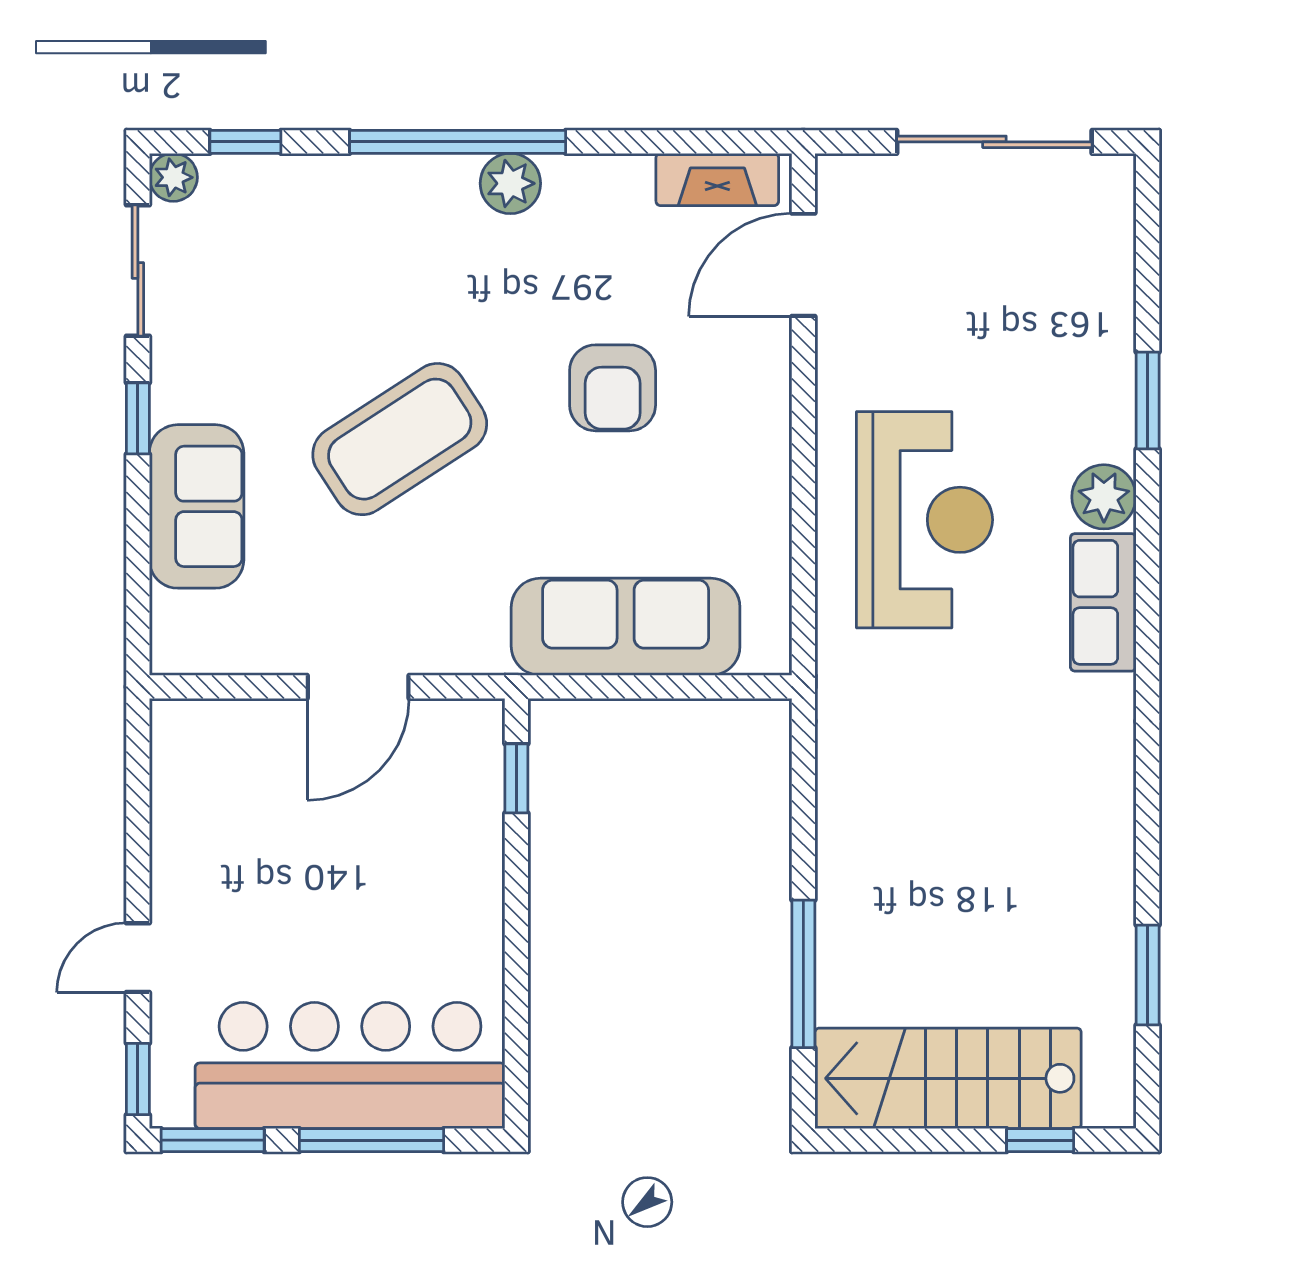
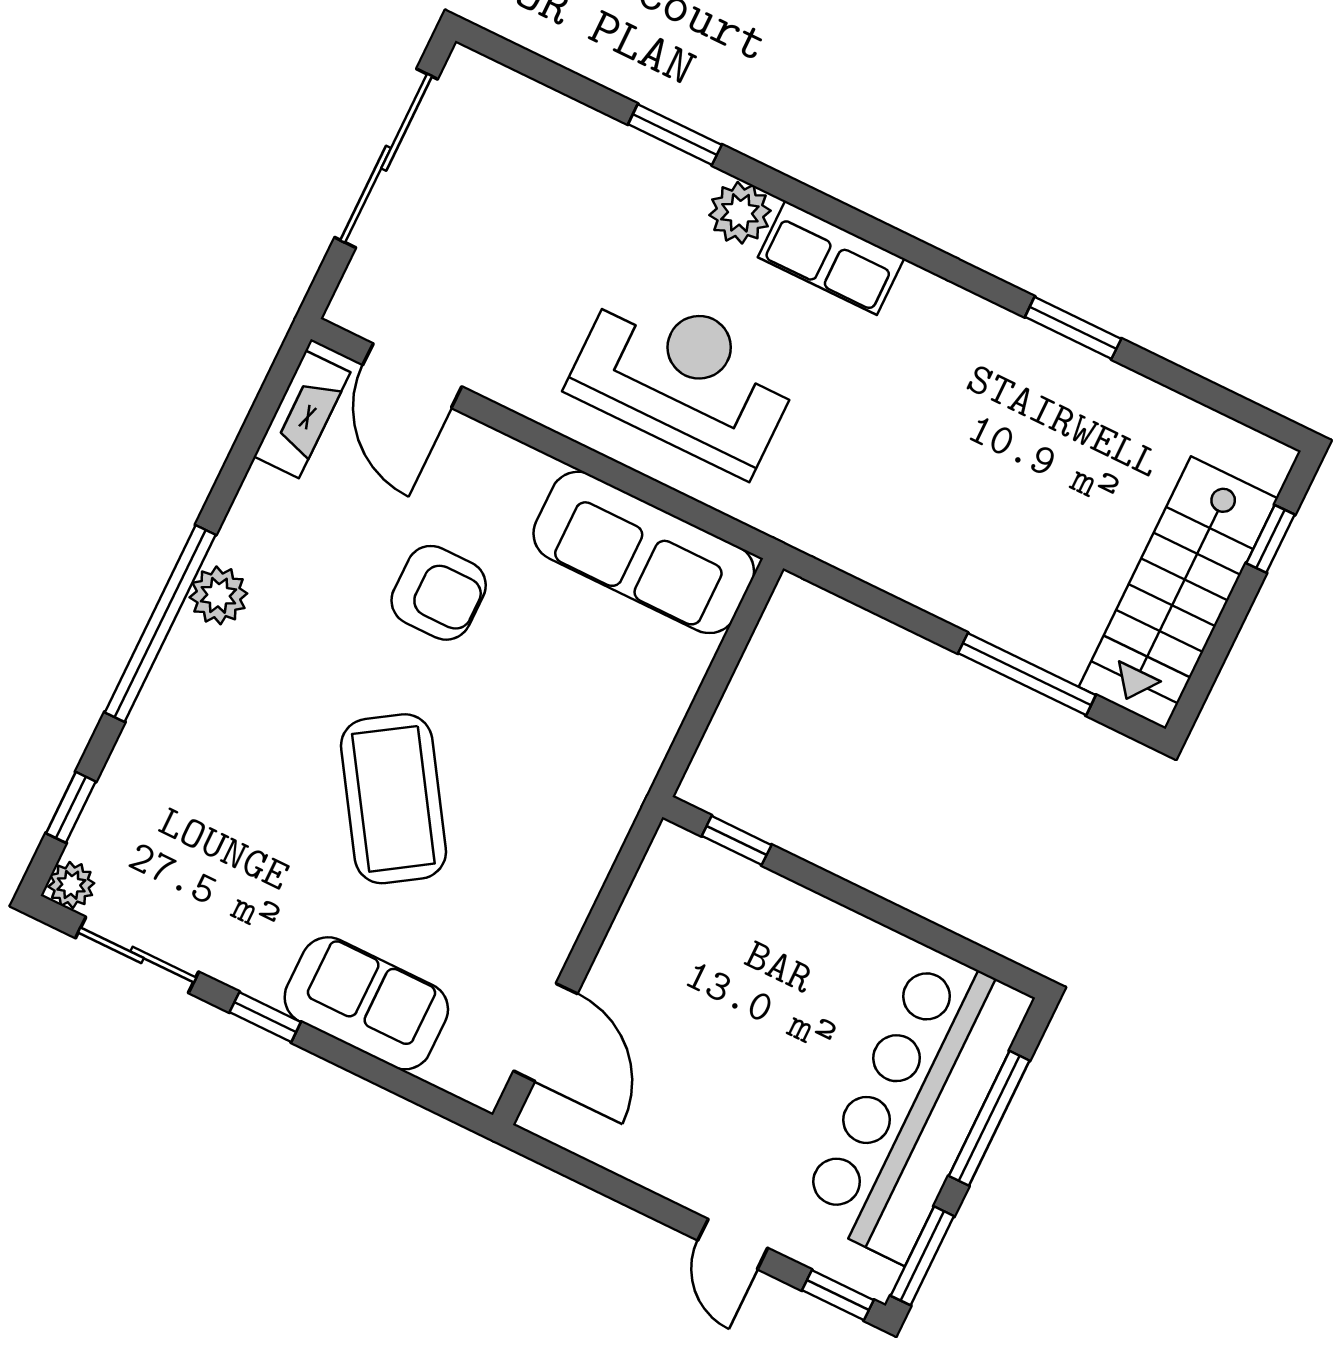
sofa: (626, 627) -> (644, 552), moved, turned -90
door: (358, 687) -> (545, 1032), moved
window: (1148, 975) -> (1073, 328), moved

